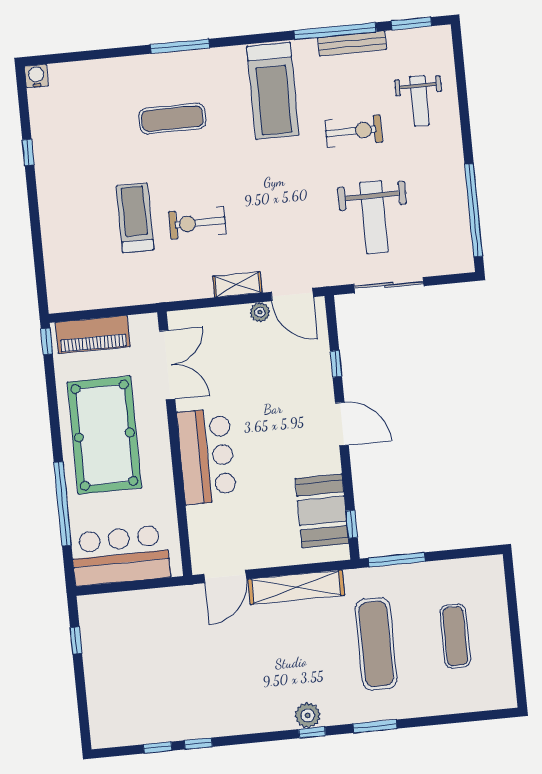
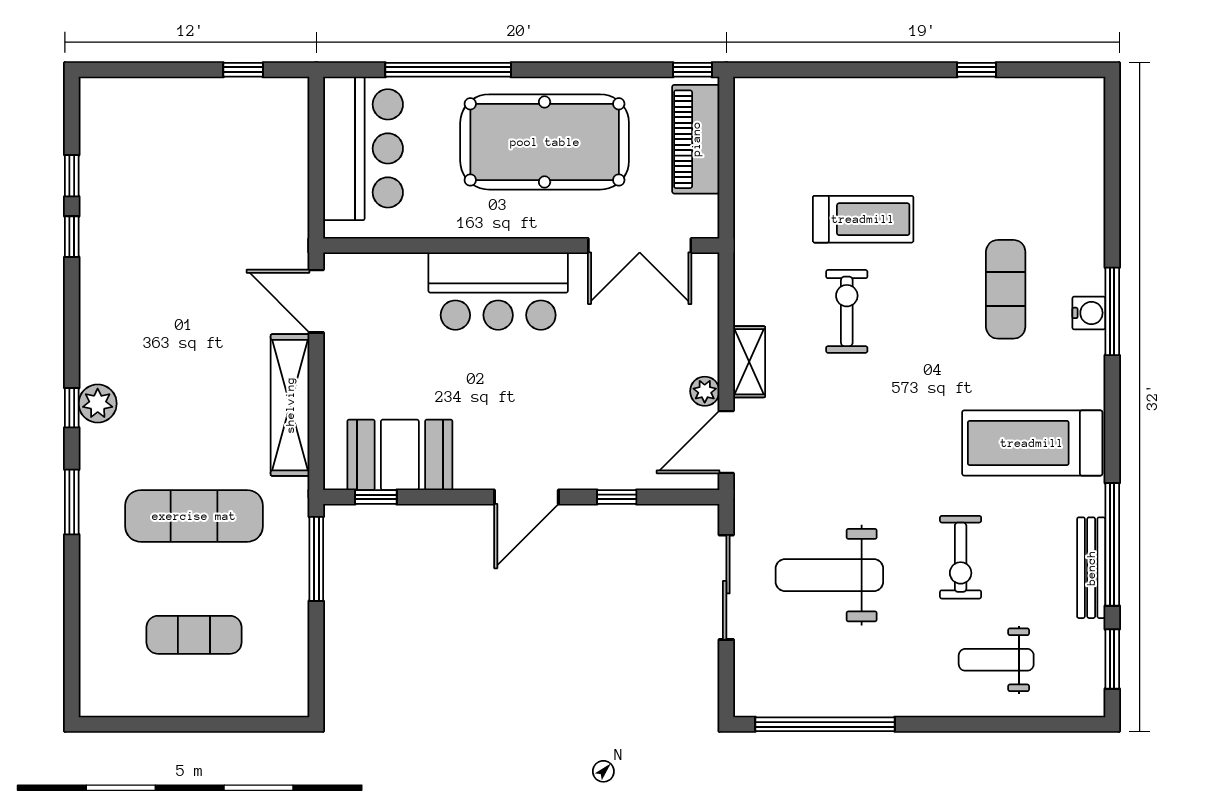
water cooler: (36, 76) -> (1089, 313), moved

